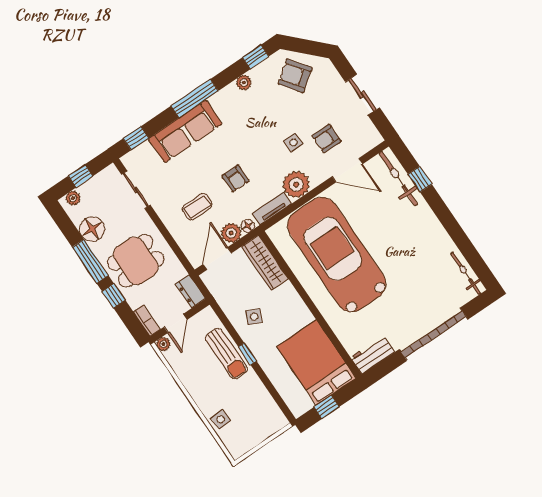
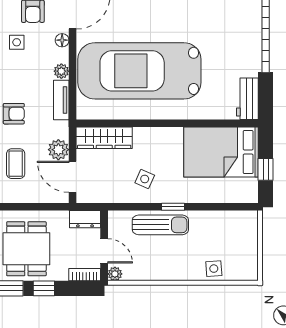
plant: (296, 184) -> (61, 71), width x0.53, depth x0.53
floor lamp: (248, 226) -> (62, 40), moved

